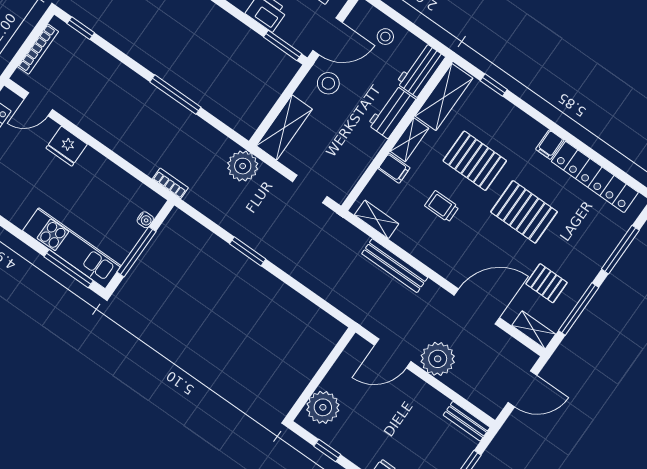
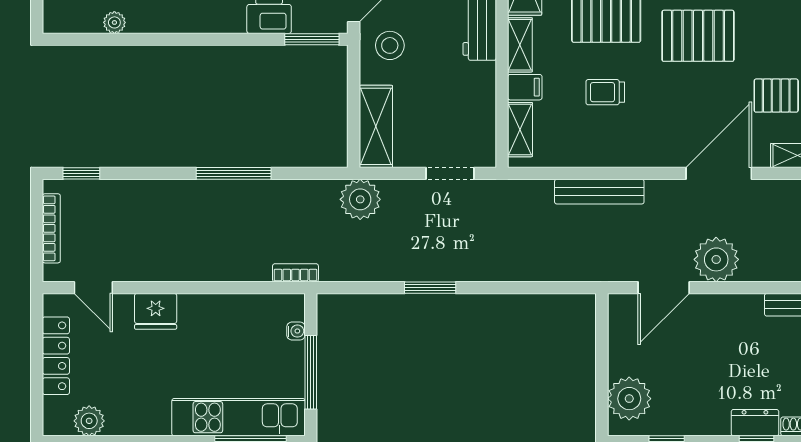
door: (38, 104) -> (93, 288), hinge flipped
shelving: (377, 219) -> (520, 130), moved, turned 90

